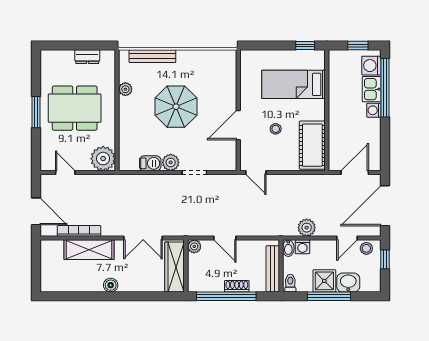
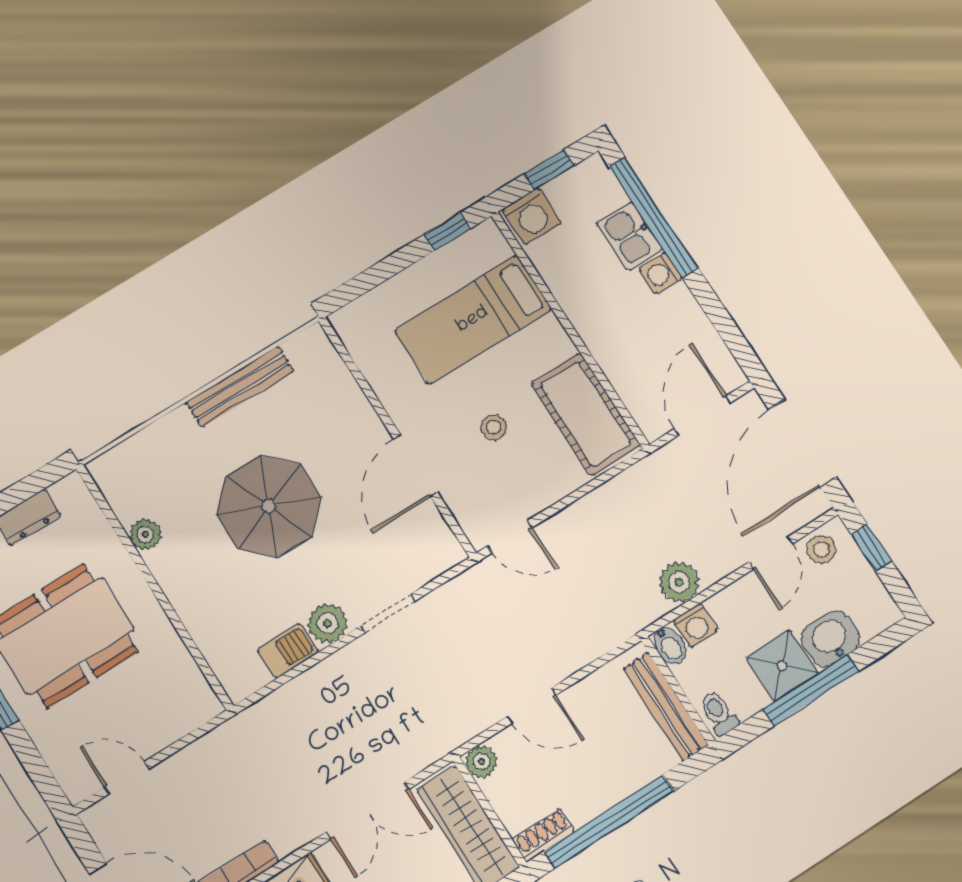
bench: (152, 56) -> (240, 387), moved
washing machine: (371, 66) -> (532, 216), moved, turned -90
plant: (103, 159) -> (186, 701), removed
shoe rack: (237, 286) -> (543, 835), moved

